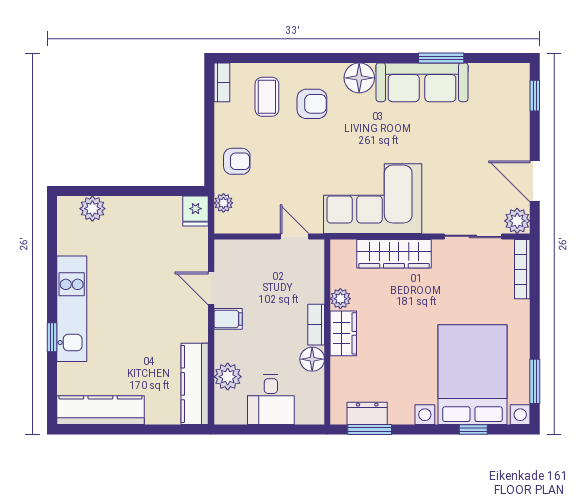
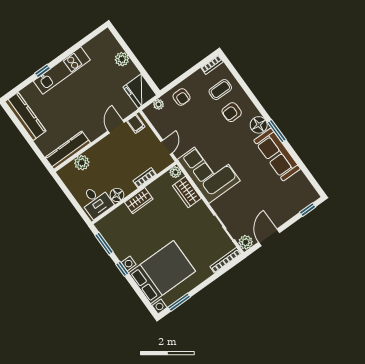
window: (441, 58) -> (277, 131), moved
armchair: (312, 104) -> (232, 112), turned 89
plant: (92, 209) -> (122, 59), moved
fridge: (195, 211) -> (140, 91), width x1.88, depth x1.34
wardrobe: (394, 254) -> (187, 192), width x0.67
plant: (340, 299) -> (175, 172), moved
filing cabinet: (228, 319) -> (136, 124), moved
bookcase: (316, 325) -> (145, 178), moved
desk: (271, 400) -> (96, 201), moved, turned -90
dresser: (367, 413) -> (110, 237), removed
window: (473, 430) -> (122, 269), moved

